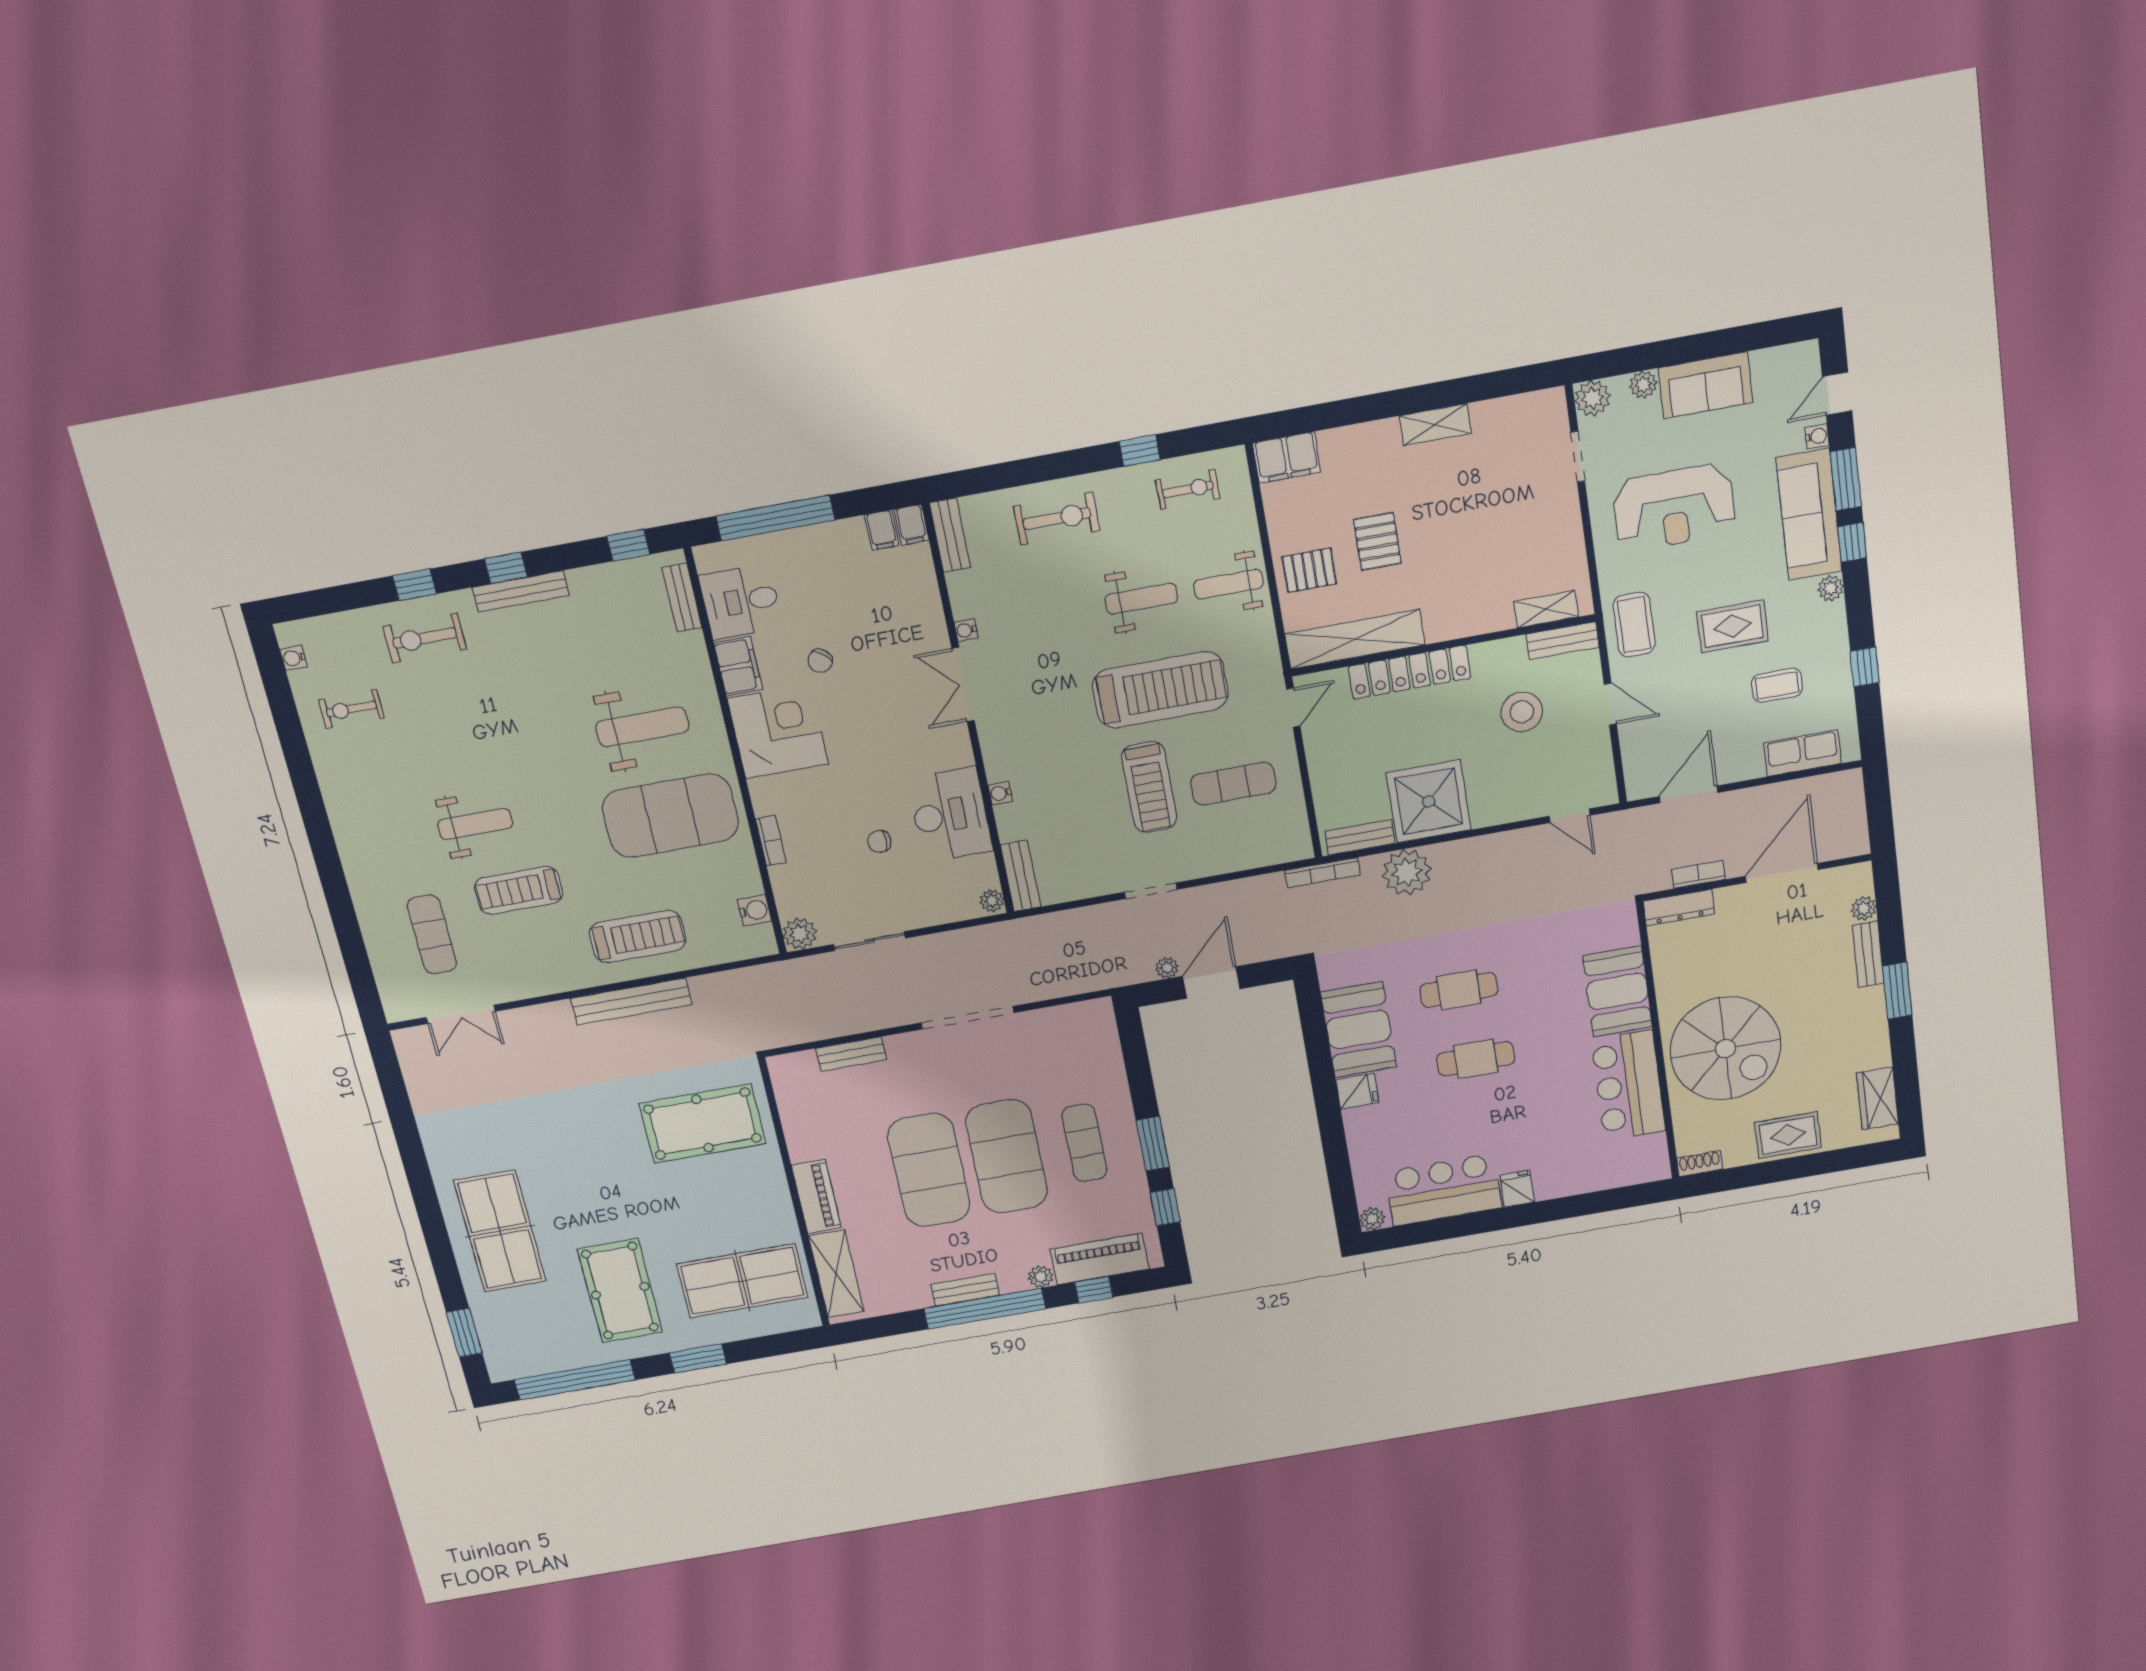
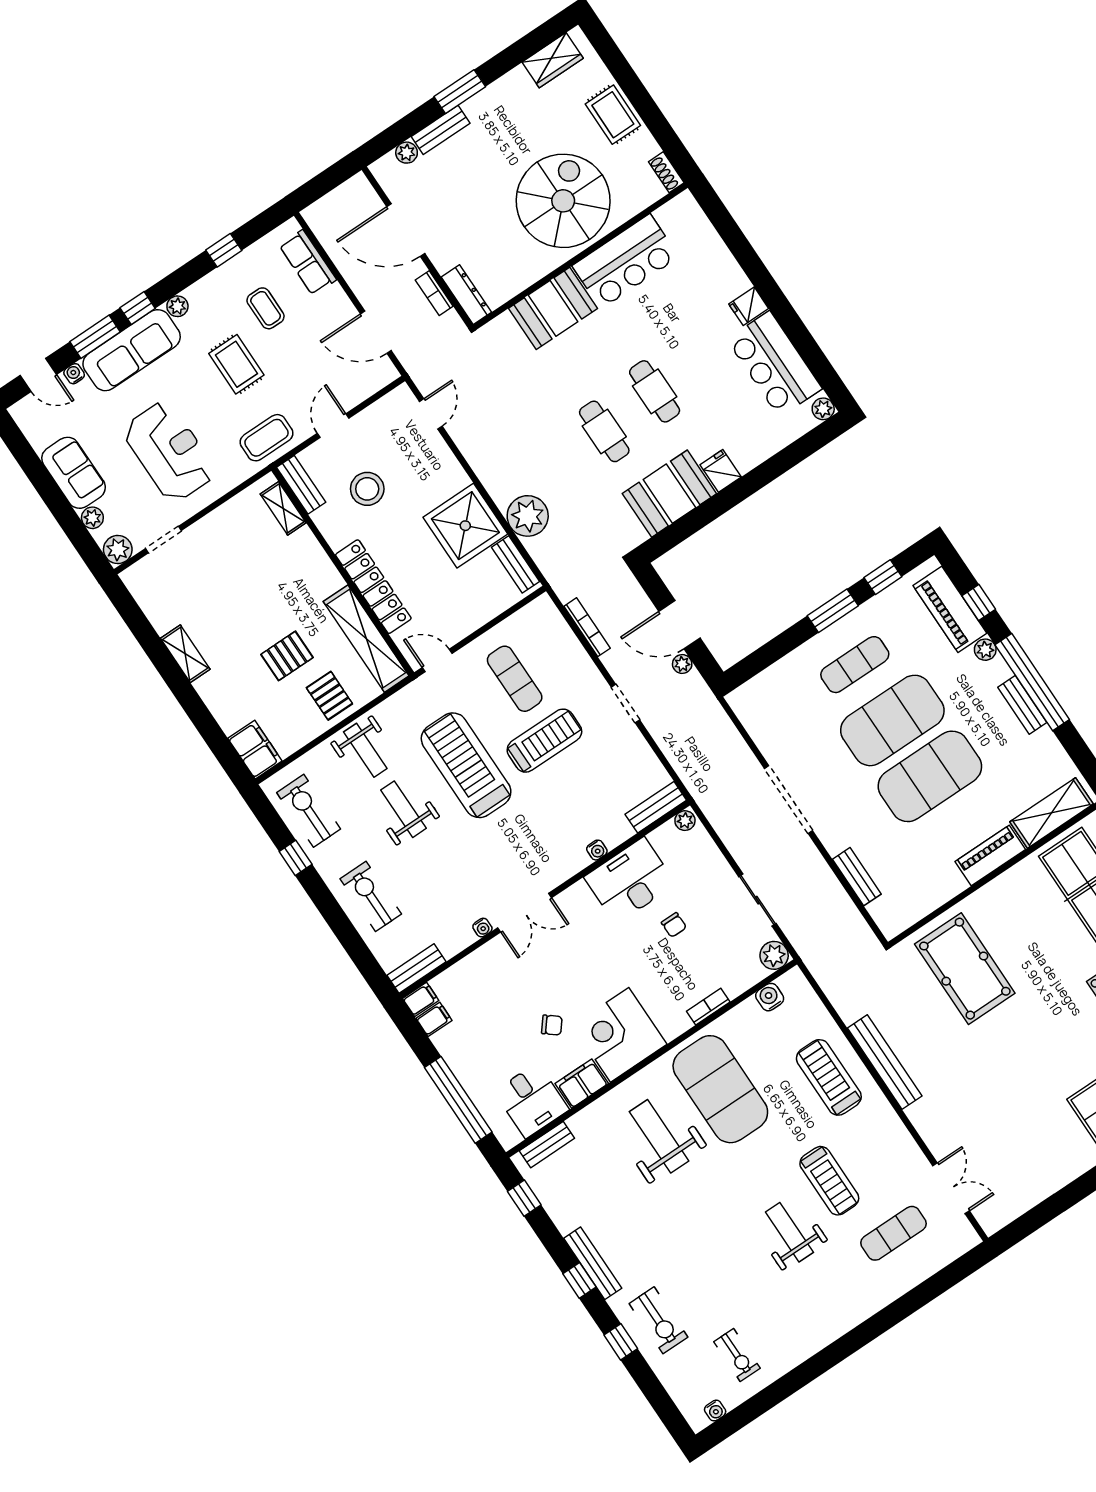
exercise bike: (1188, 489) -> (309, 811), width x1.38, depth x1.39
bookcase: (1322, 873) -> (587, 627), moved

